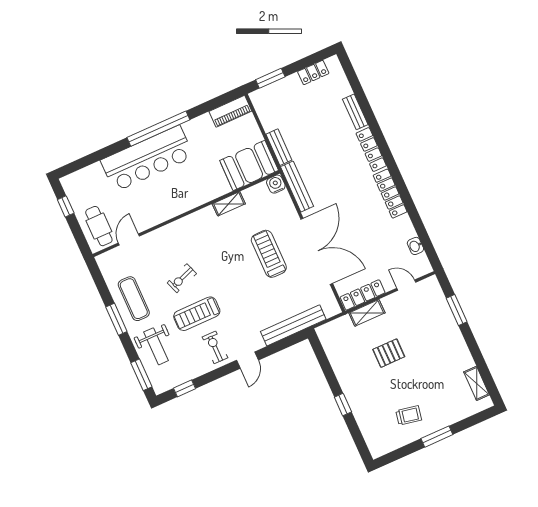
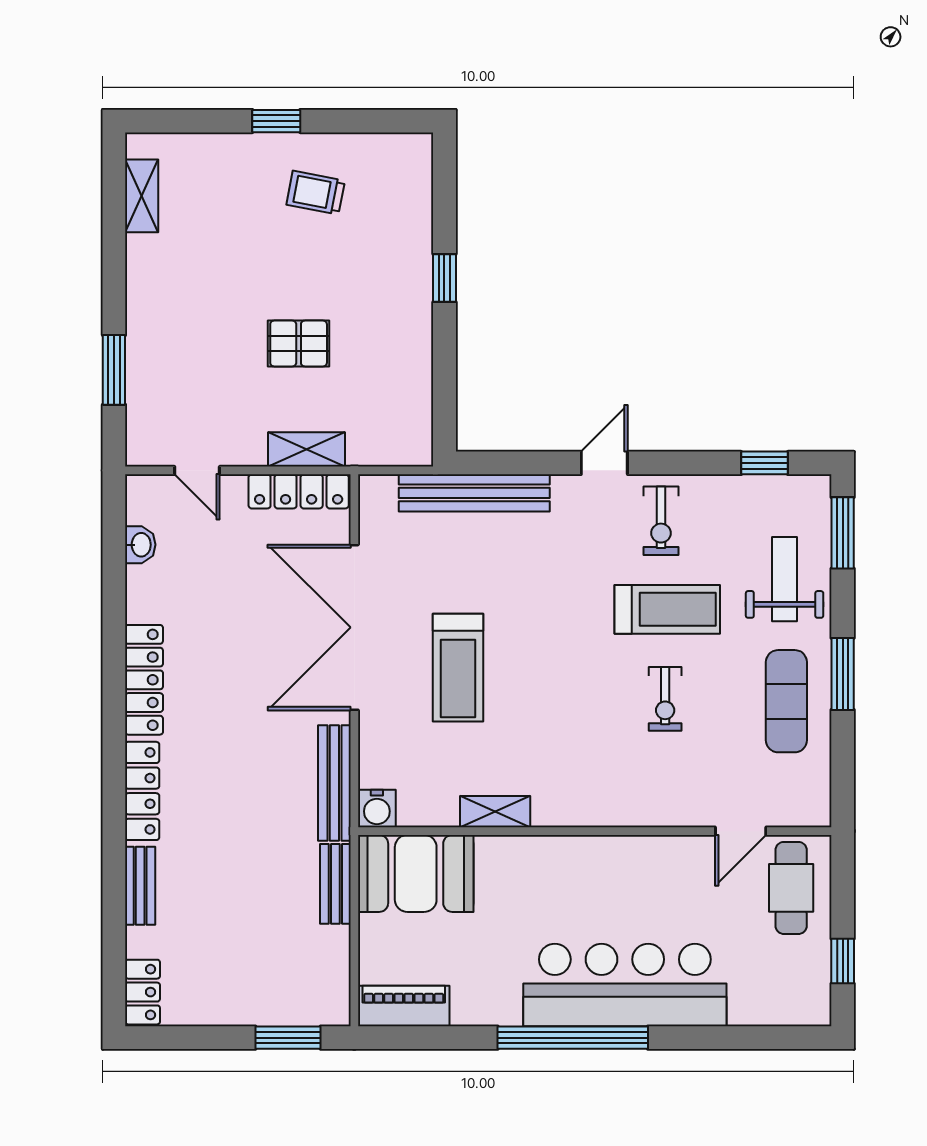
locker: (313, 73) -> (143, 992), moved, turned 90
exercise bike: (182, 278) -> (665, 699), turned 110
window: (437, 437) -> (276, 121), width x0.67

